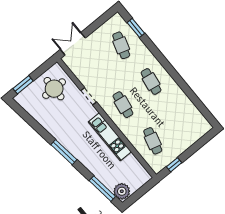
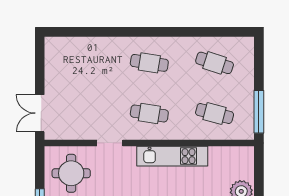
window: (136, 28) -> (79, 32), removed
cafe table: (121, 45) -> (215, 63), moved
window: (174, 165) -> (259, 112), width x2.17

